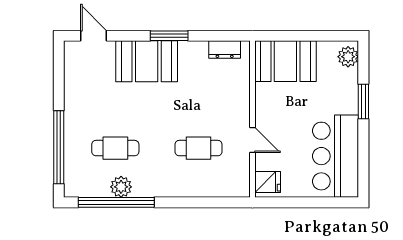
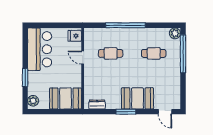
plant: (121, 187) -> (175, 33), moved
window: (116, 202) -> (125, 25), moved

